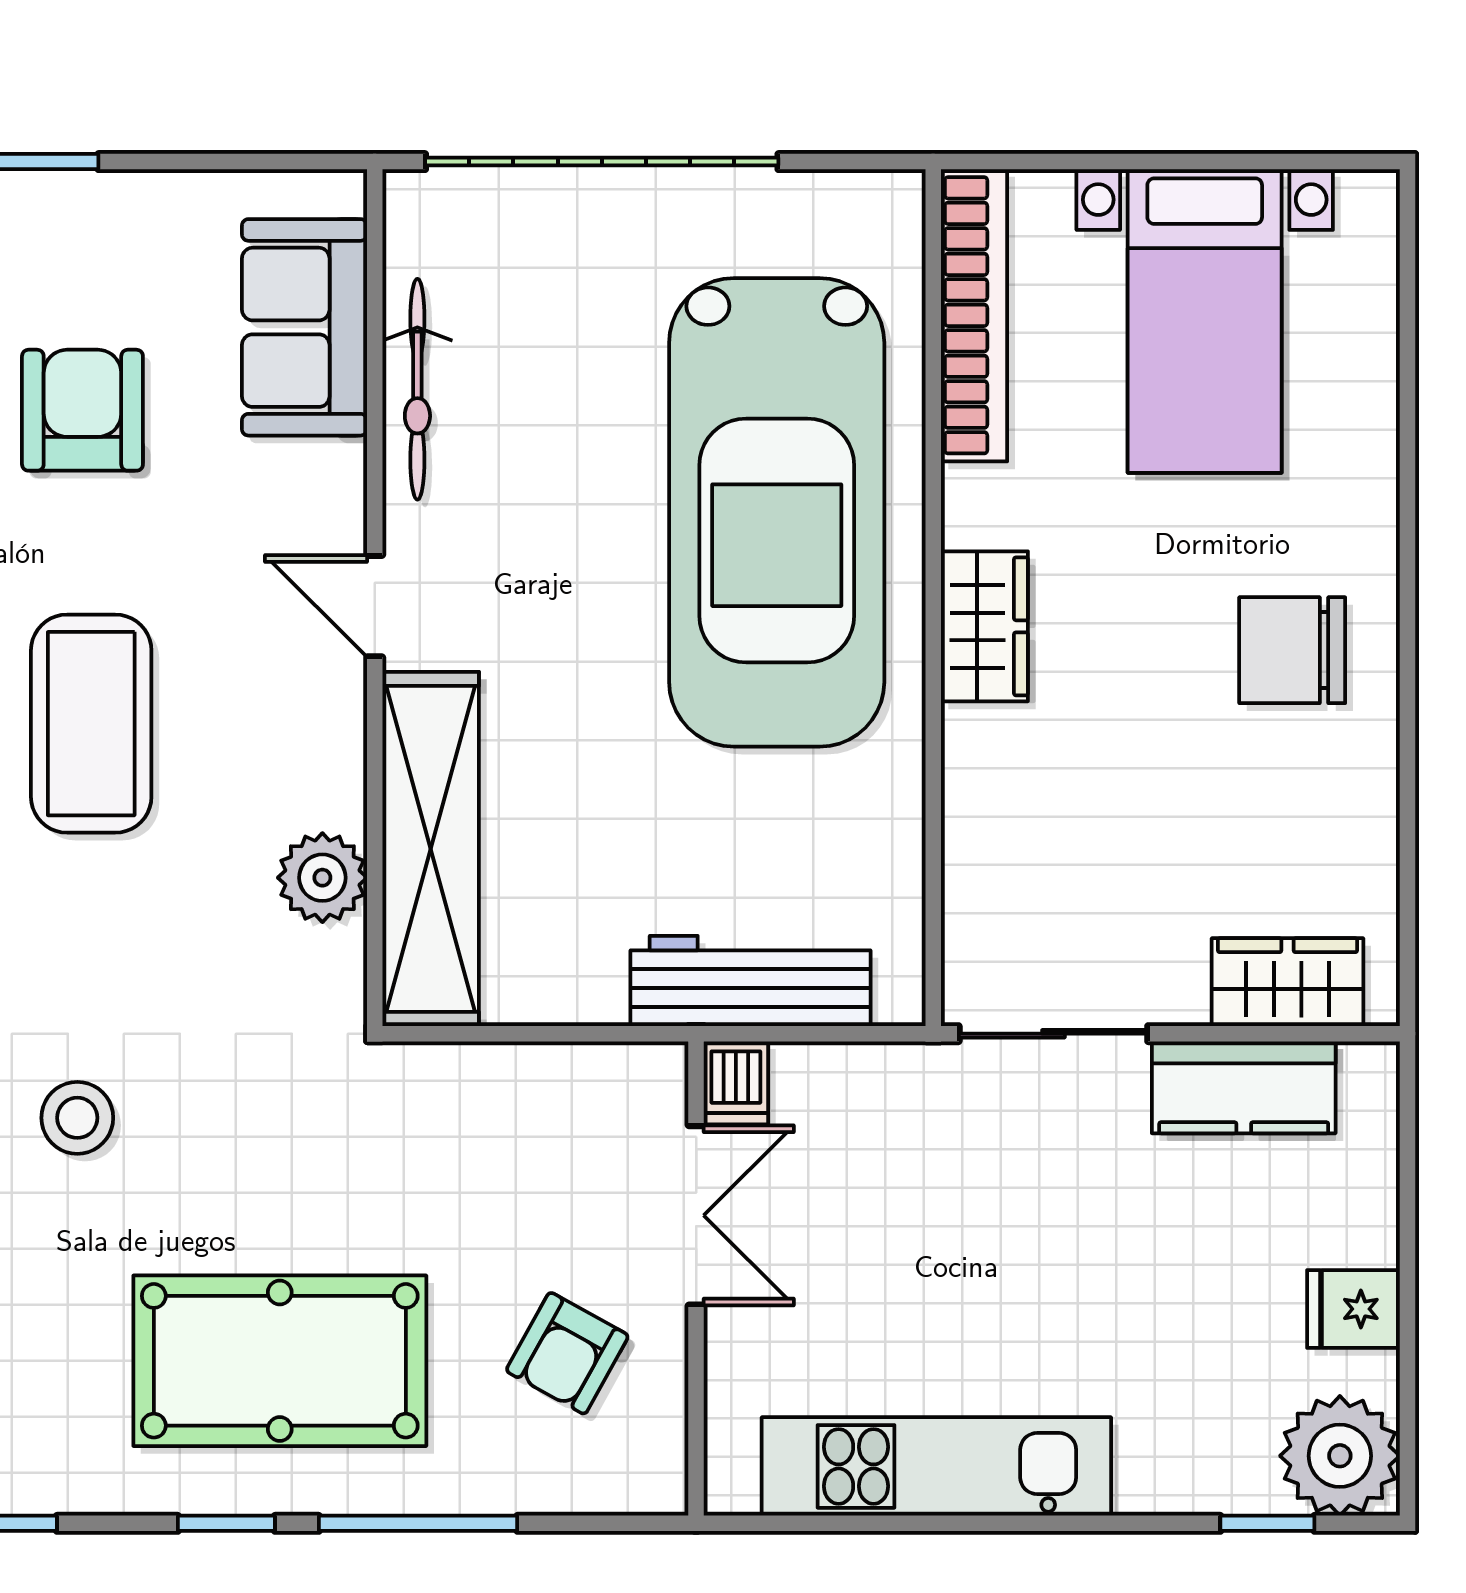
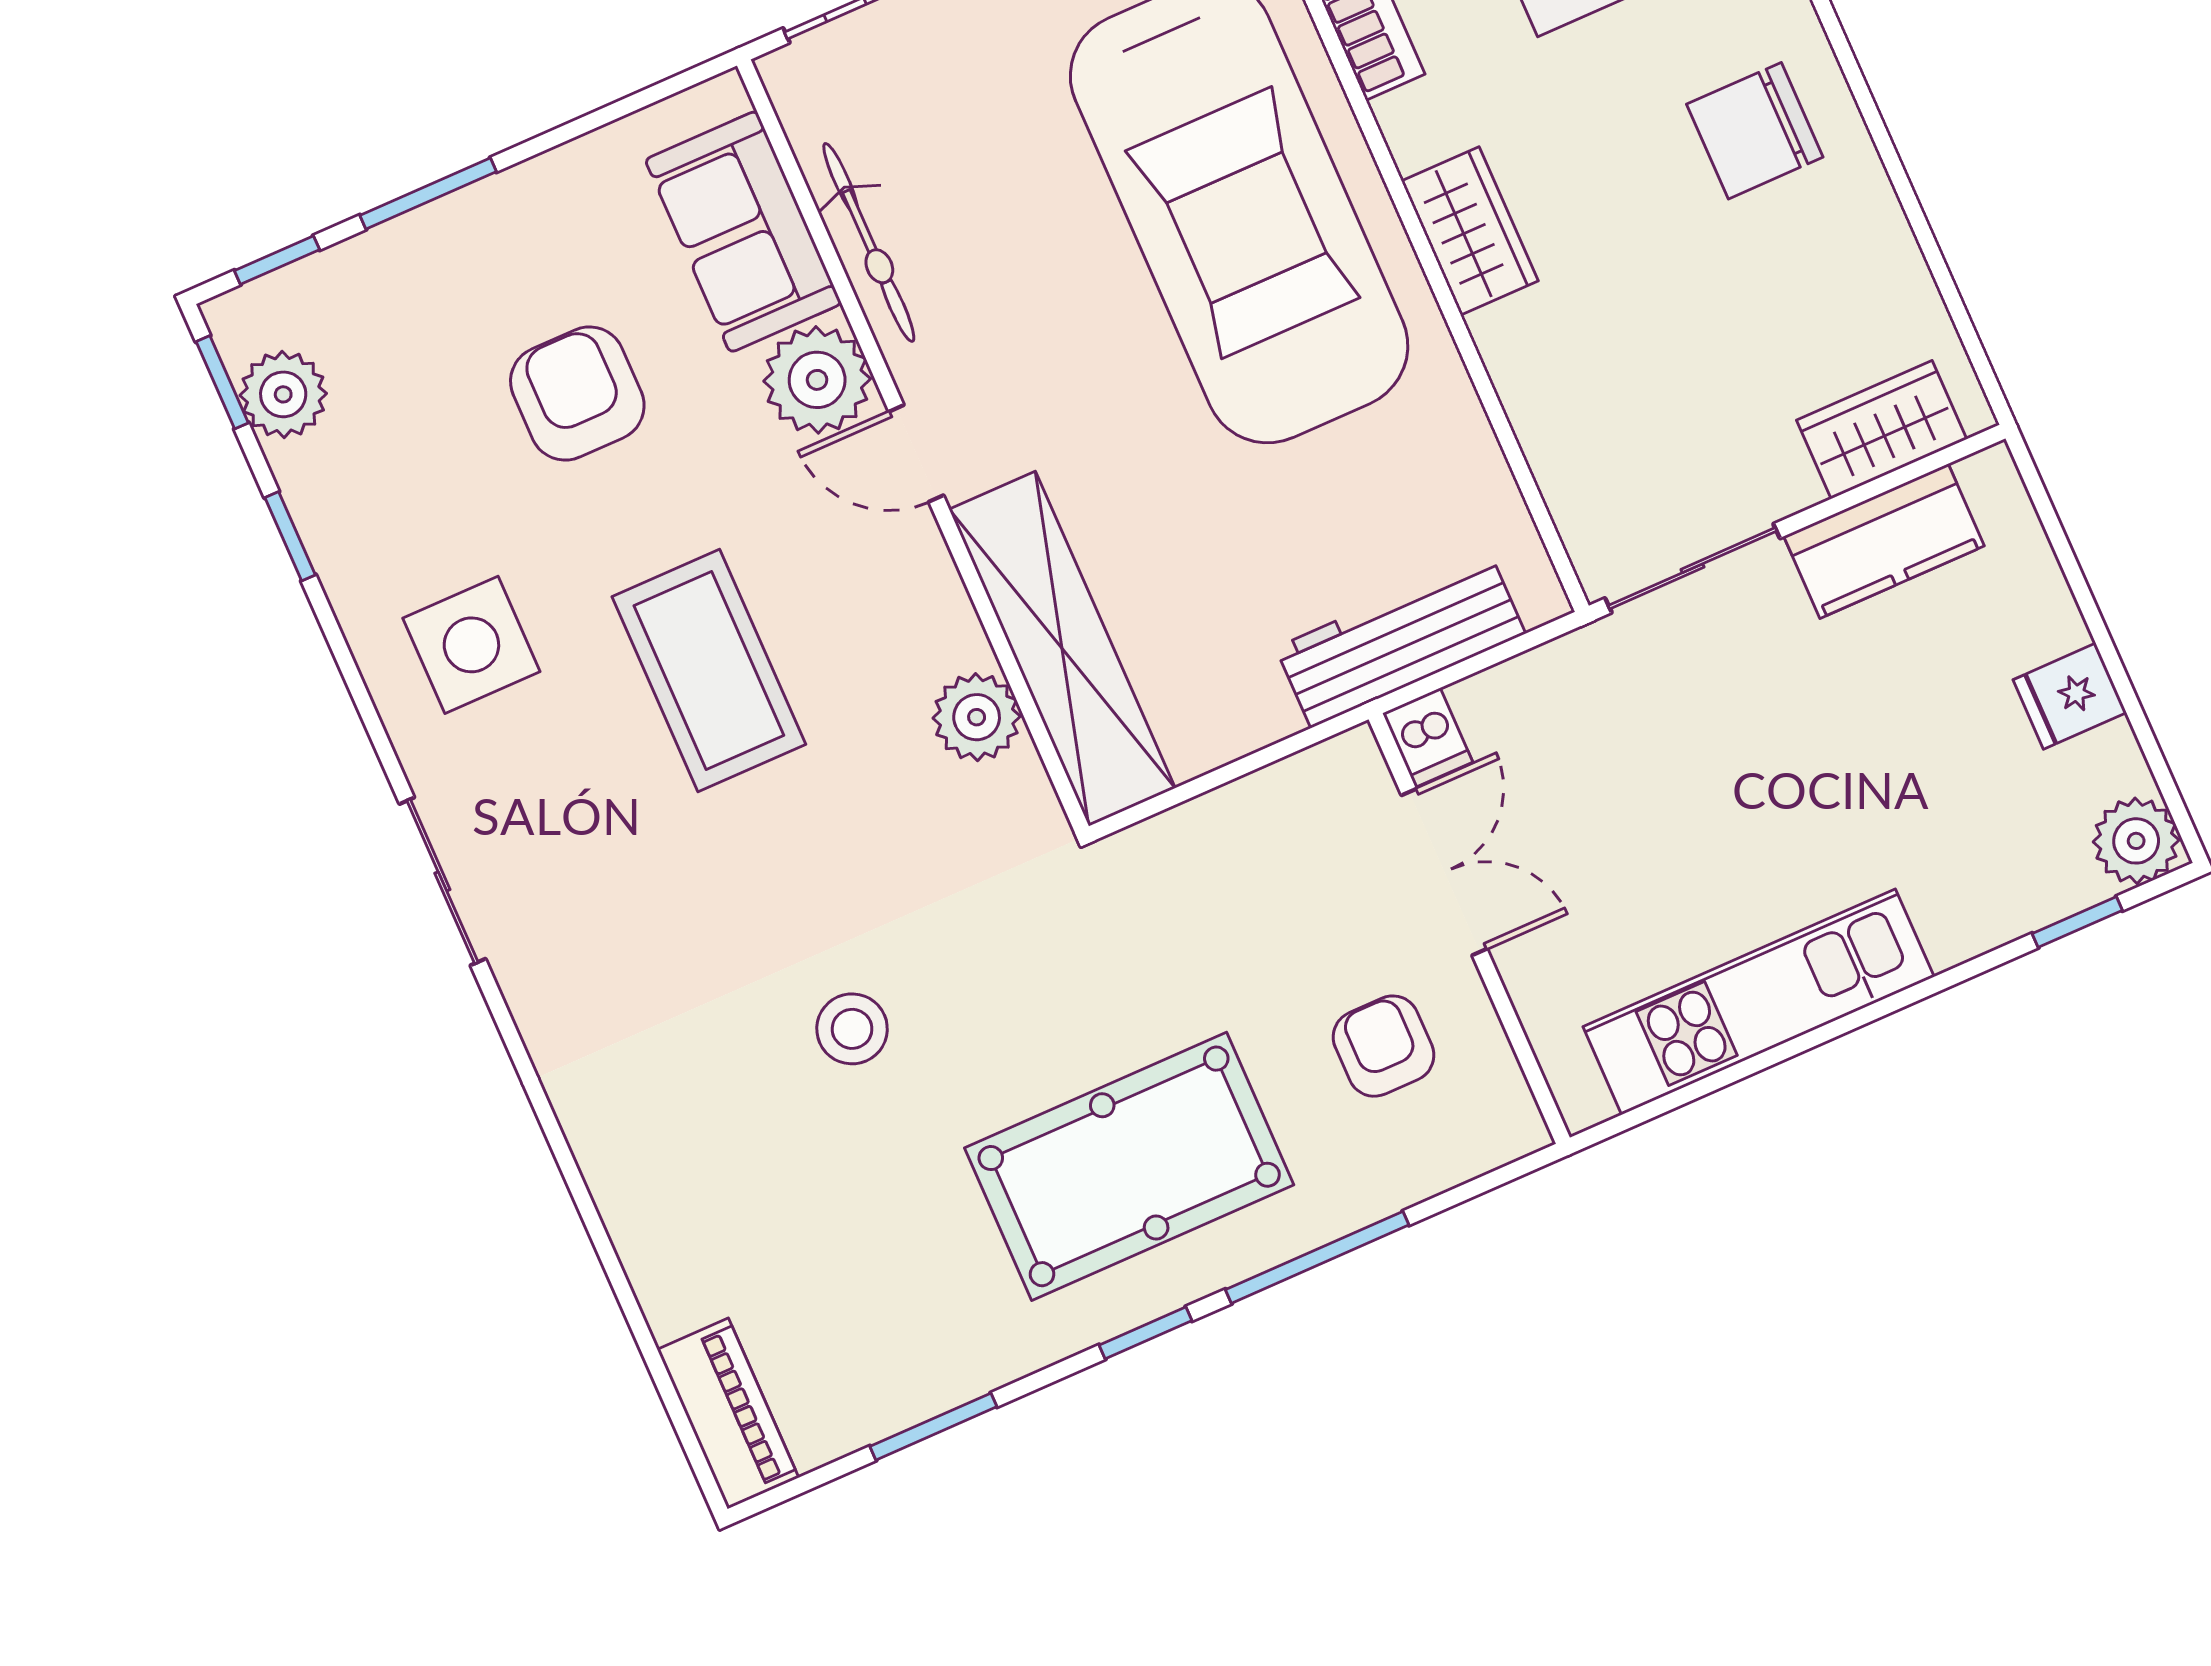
plant: (312, 496) -> (817, 380), added
armchair: (567, 1353) -> (1384, 1046), turned 151
plant: (1340, 1456) -> (2136, 841), width x0.73, depth x0.73

